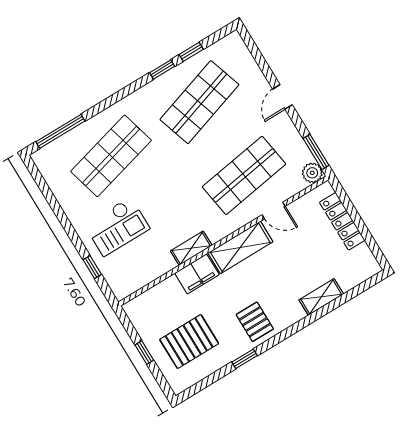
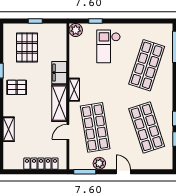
shop shelf: (111, 156) -> (147, 65), turned 33
plant: (312, 173) -> (99, 163), moved
shelving: (191, 248) -> (74, 90), moved
plant: (122, 287) -> (76, 30), added

